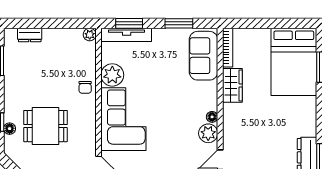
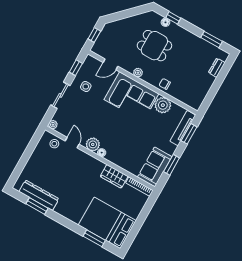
plant: (90, 35) -> (138, 73), moved
sofa: (204, 56) -> (155, 167), moved, turned -90
dining table: (45, 126) -> (154, 46), turned 90

